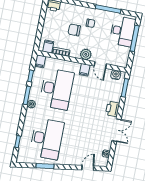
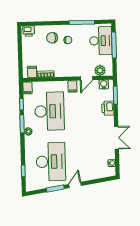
chair: (74, 30) -> (52, 38), moved
plant: (86, 54) -> (100, 70), moved
door: (100, 65) -> (86, 78), hinge flipped
printer: (113, 109) -> (108, 108), moved
door: (88, 168) -> (75, 185), moved

